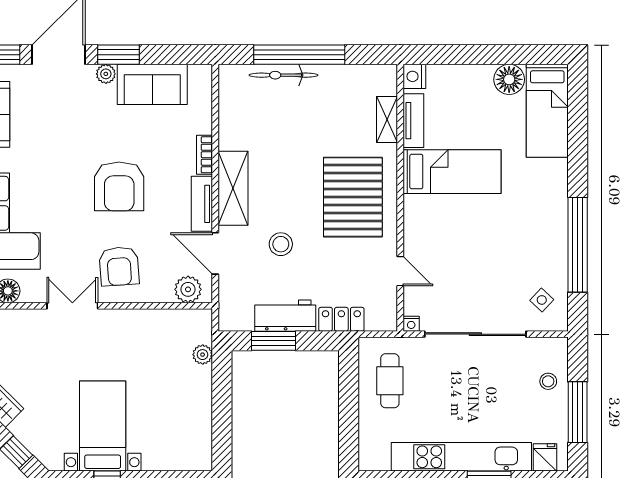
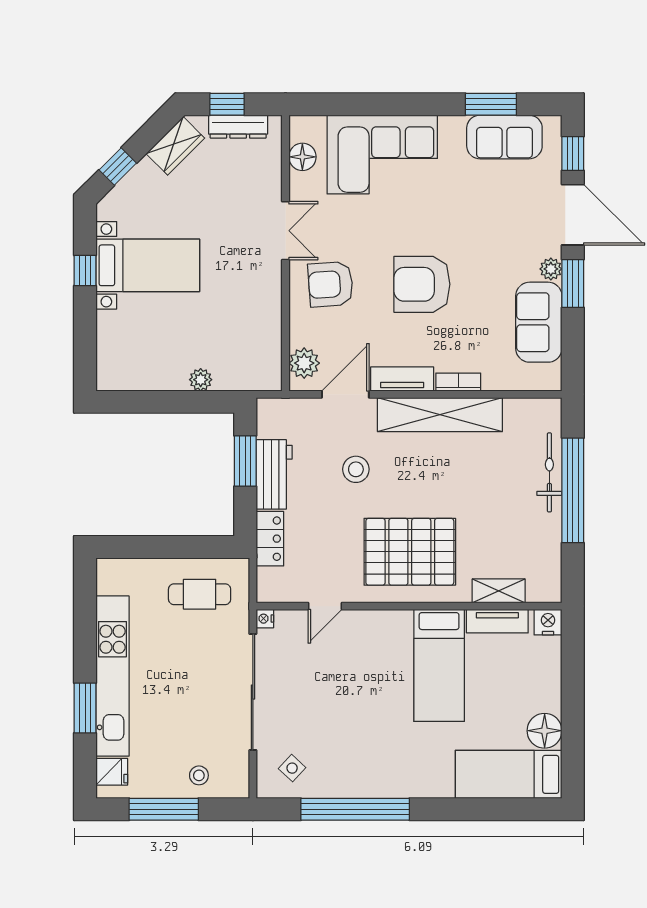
shelving: (233, 188) -> (440, 415), width x1.47
plant: (203, 355) -> (201, 380), moved

